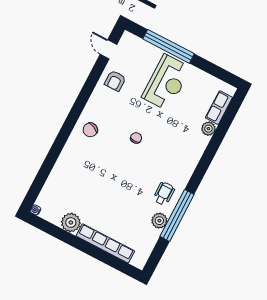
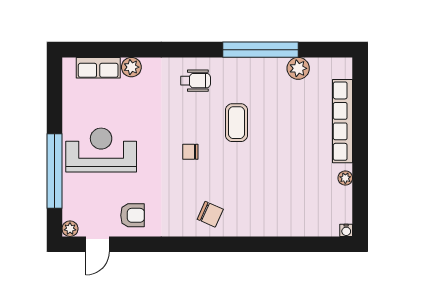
plant: (127, 37) -> (70, 229), added
coffee table: (139, 176) -> (237, 123), added
wheelchair: (164, 194) -> (195, 81), moved, turned 180
plant: (159, 221) -> (298, 68), moved
plant: (71, 222) -> (345, 178), width x0.53, depth x0.53

